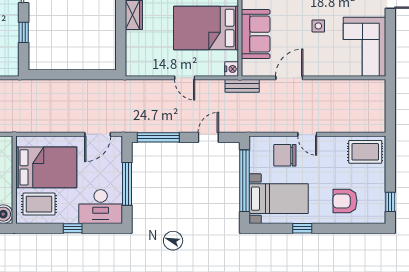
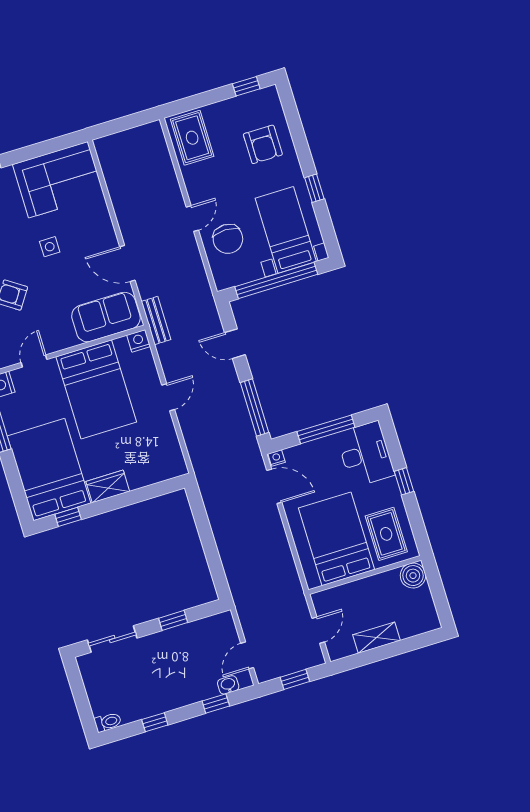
sofa: (256, 34) -> (106, 317), moved
nightstand: (117, 142) -> (277, 458), added

